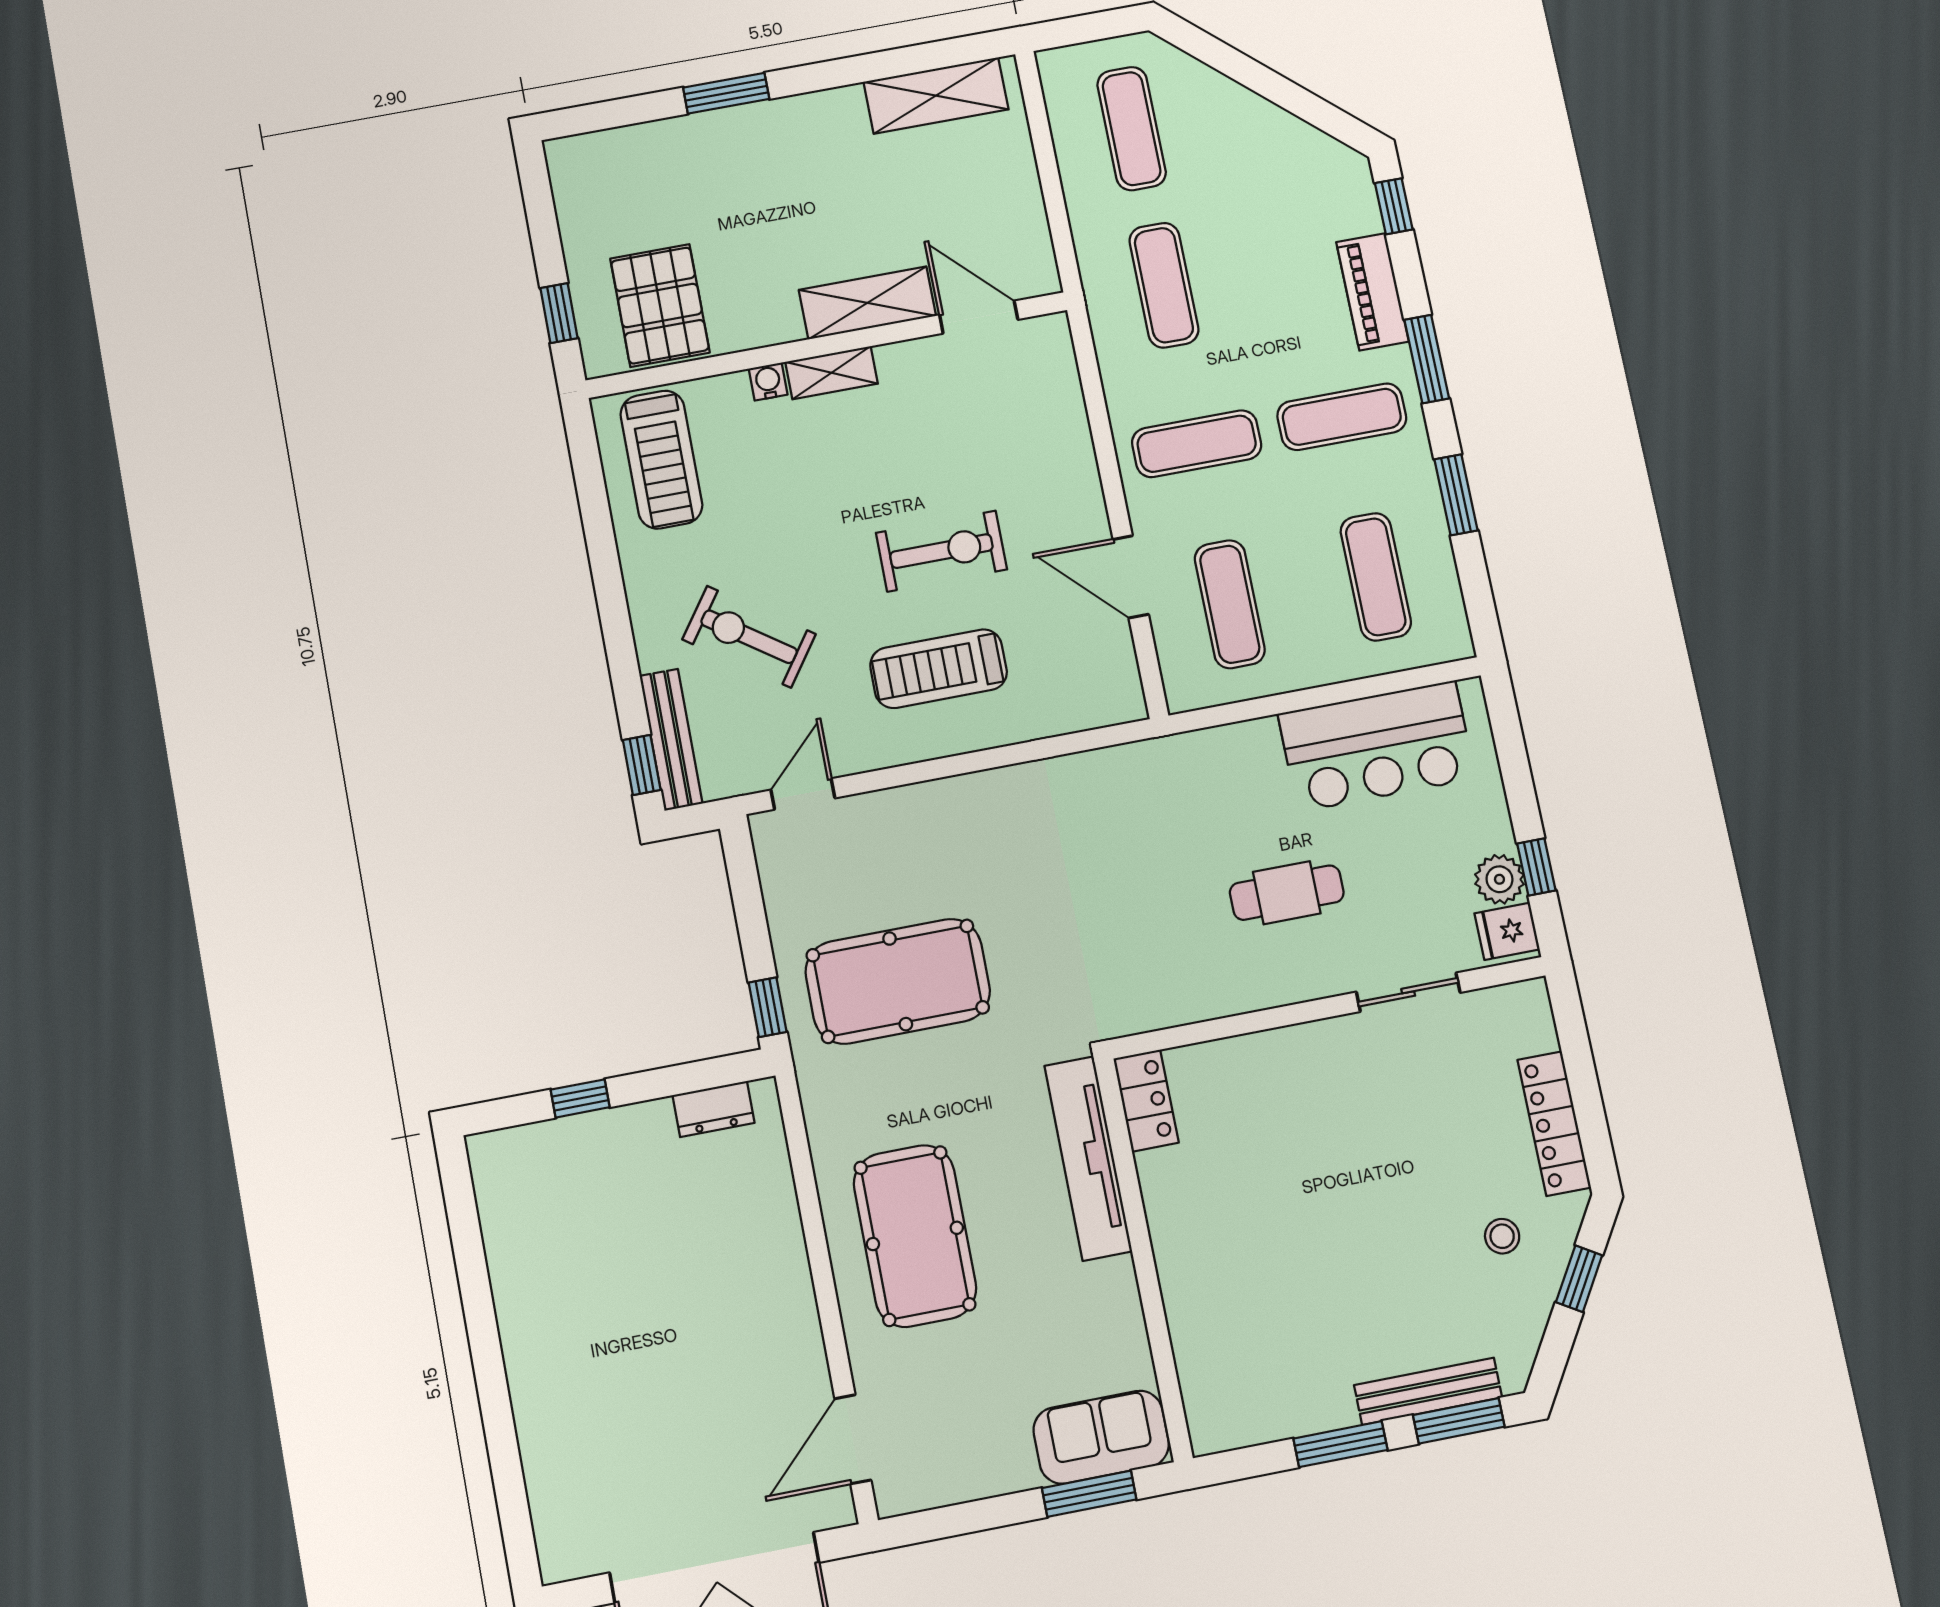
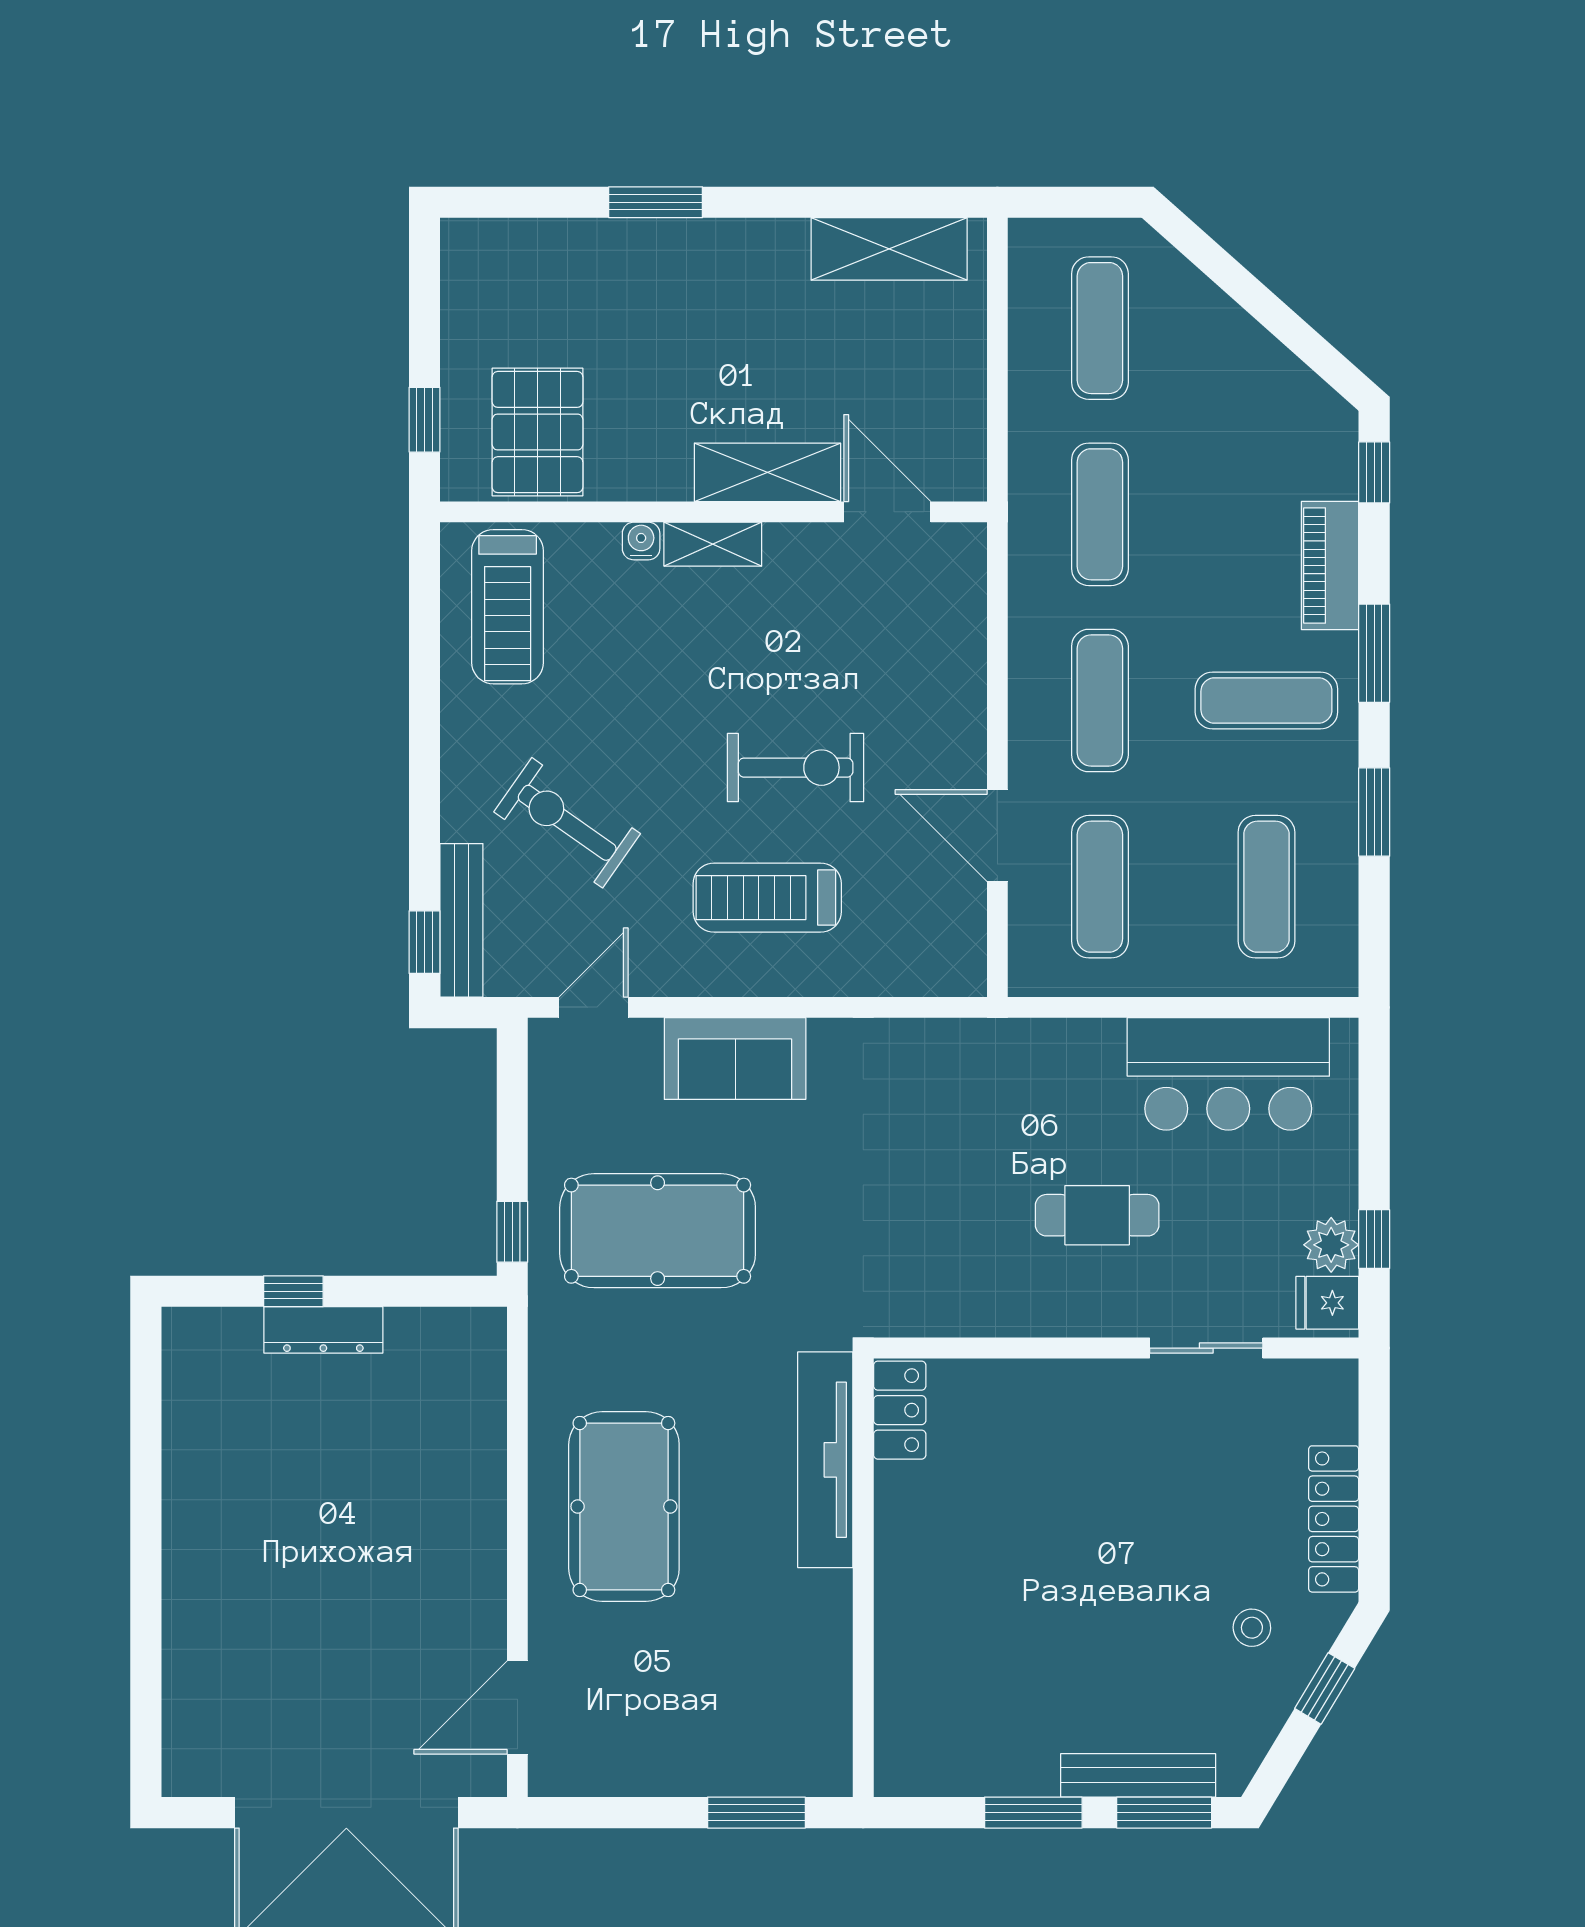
exercise mat: (1197, 444) -> (1100, 700), turned 90
dresser: (714, 1109) -> (323, 1330), moved, width x1.44
sofa: (1101, 1437) -> (735, 1059), moved, turned 180

